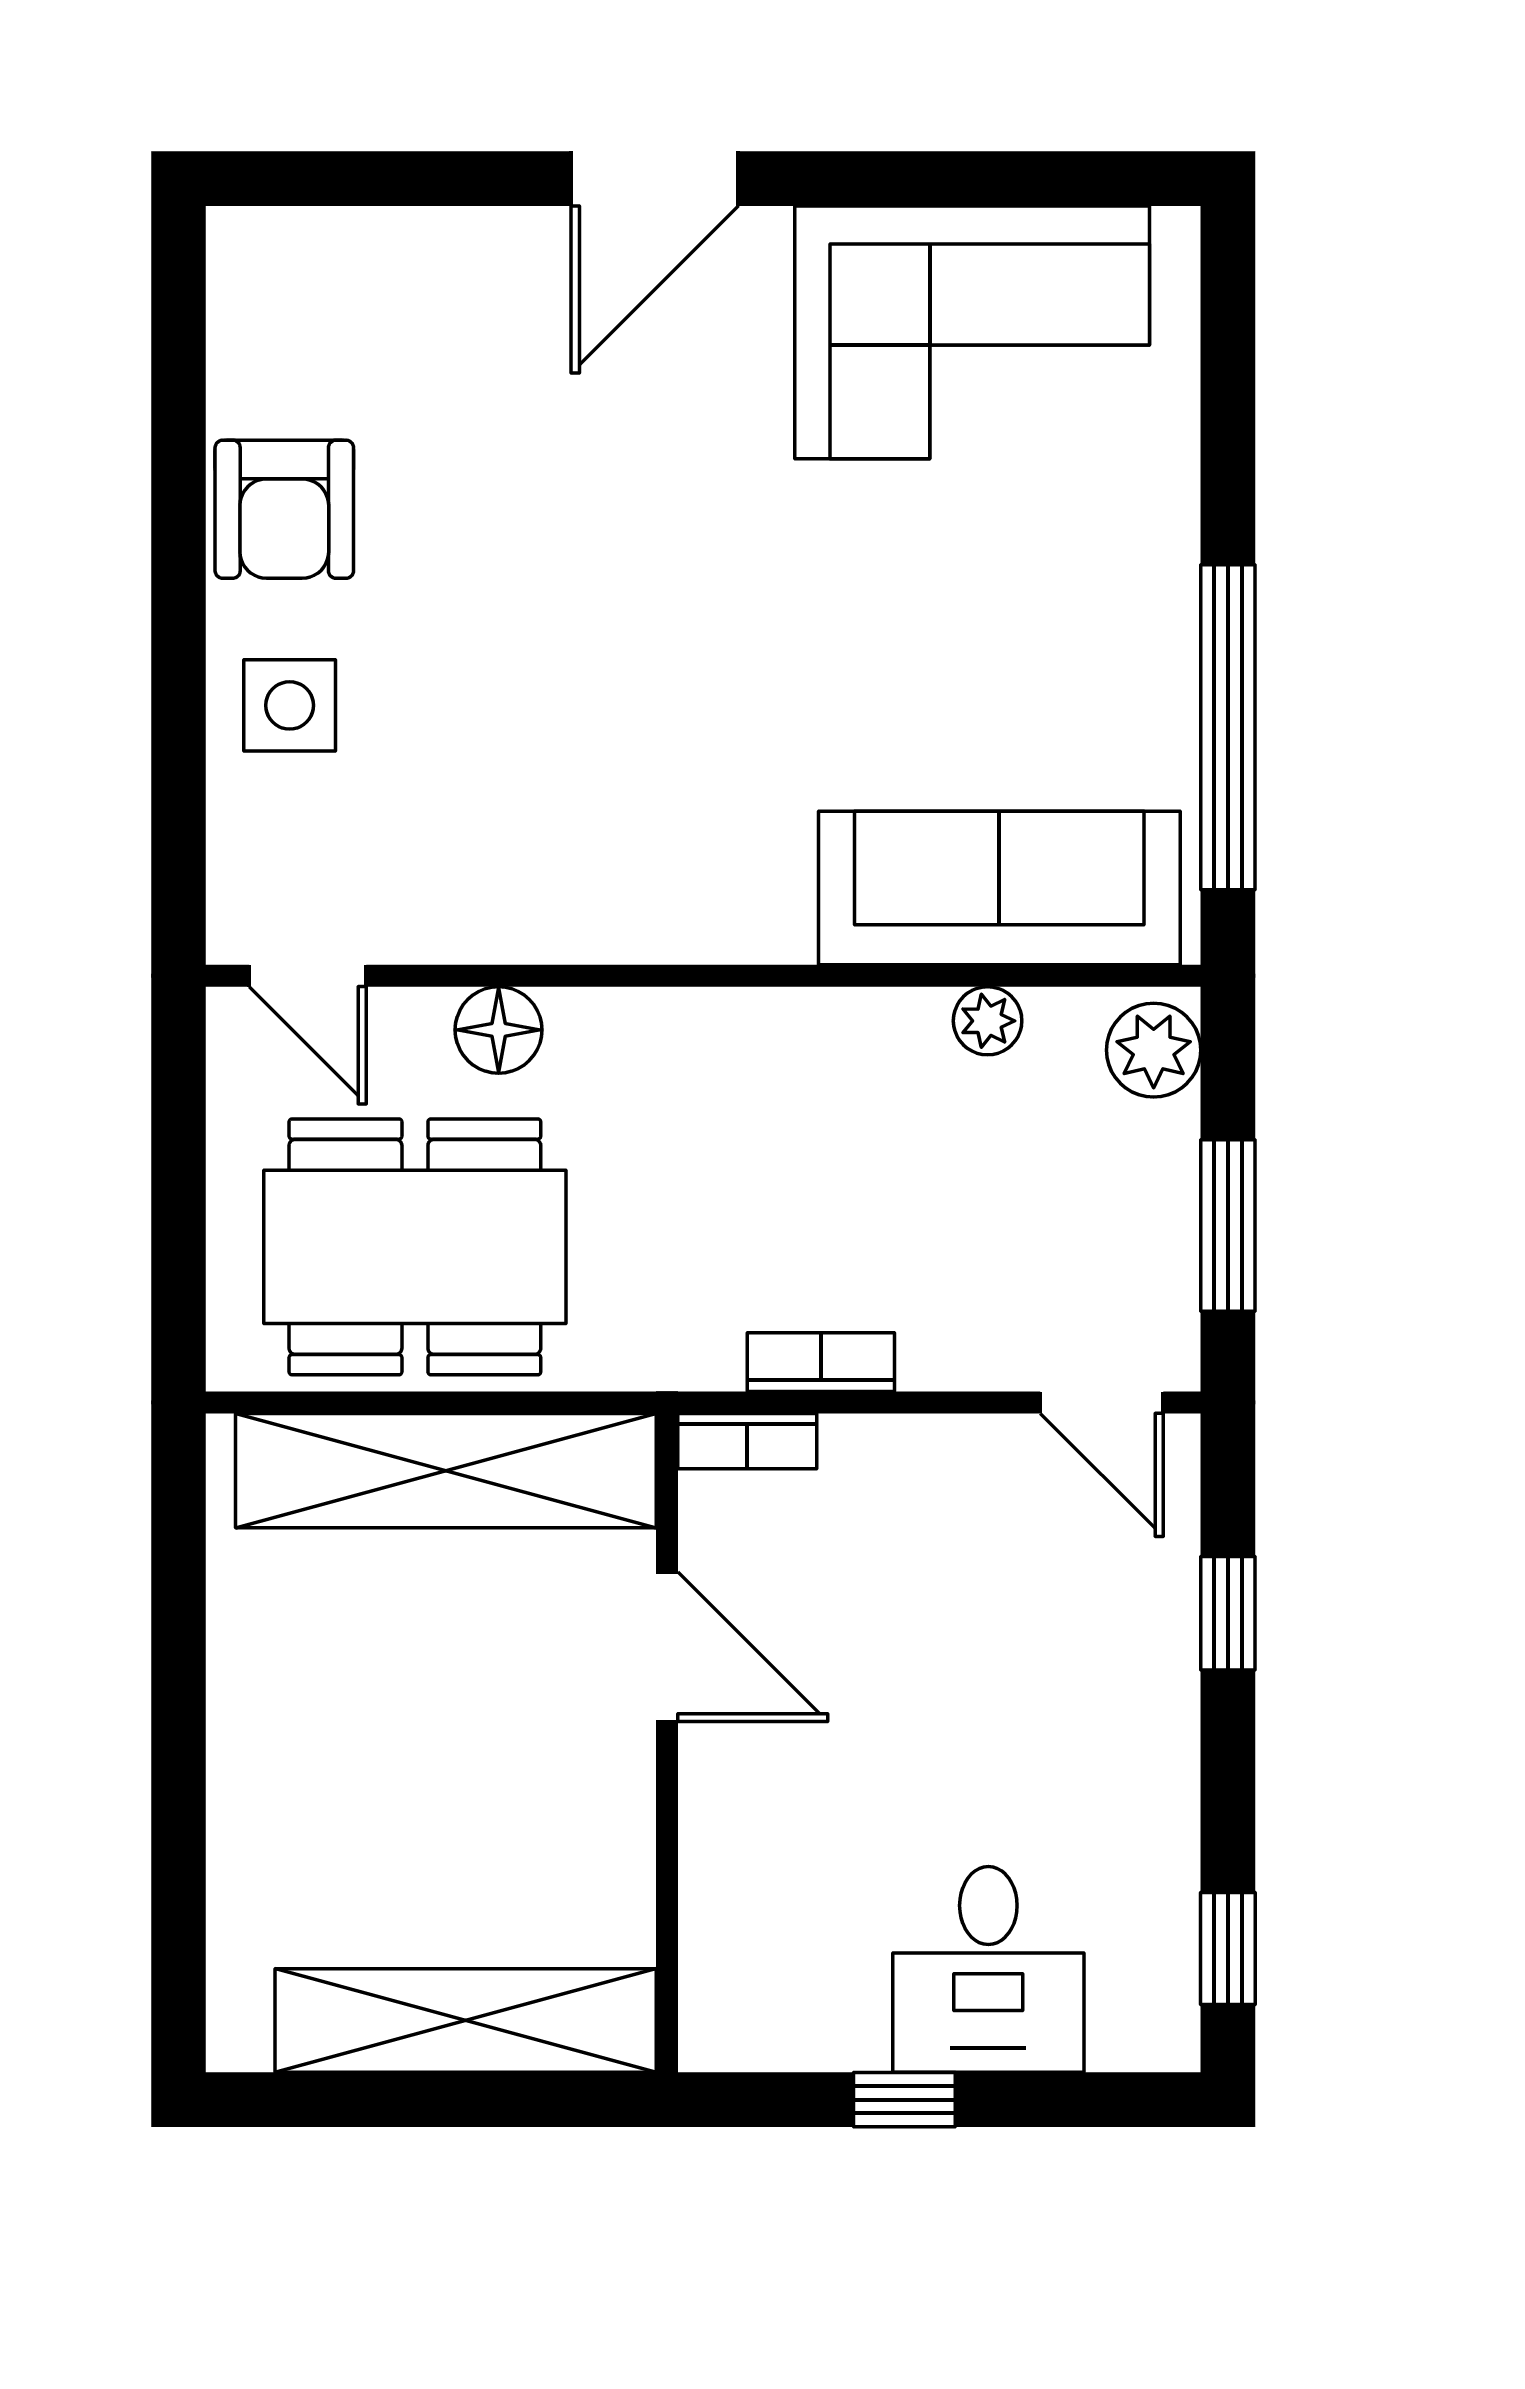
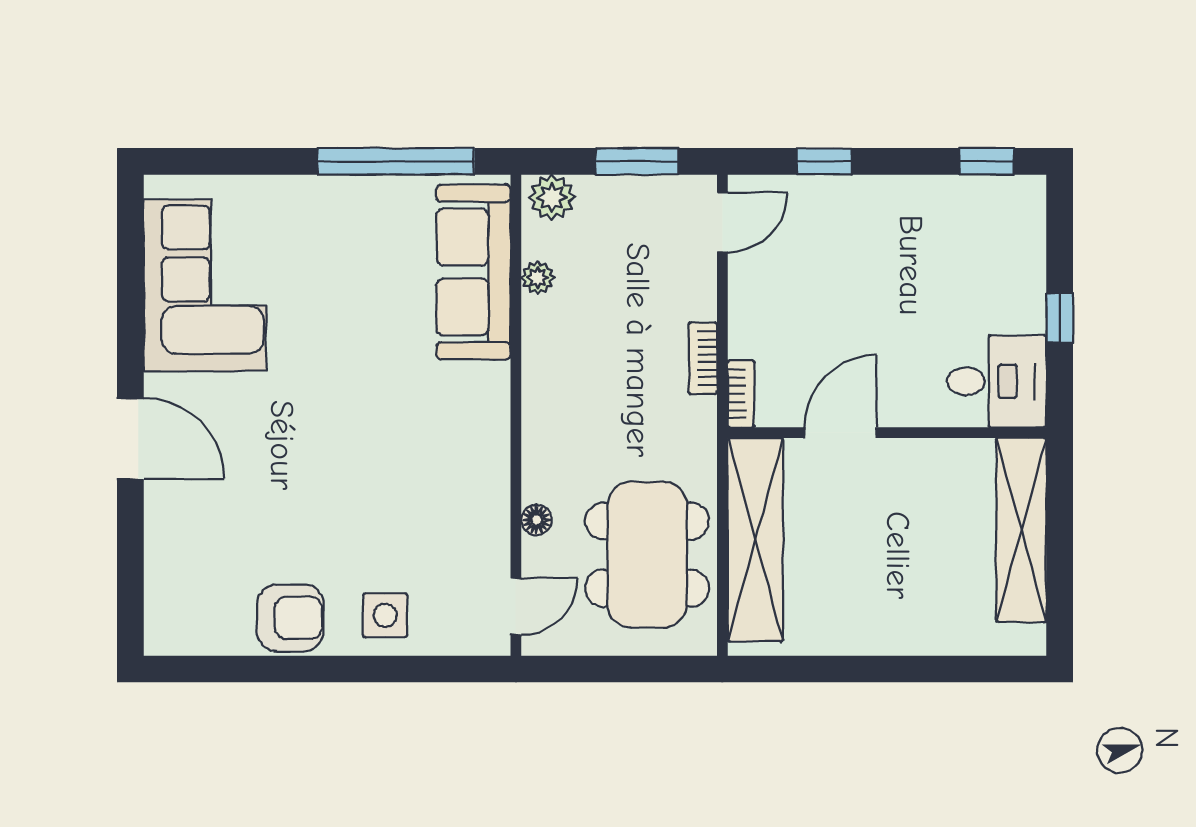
floor lamp: (499, 1030) -> (536, 520), width x0.73, depth x0.73
desk: (988, 1969) -> (997, 381), moved

